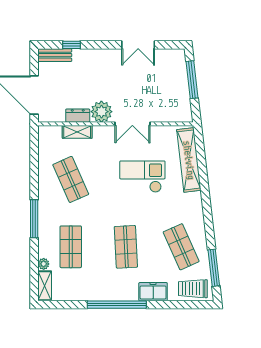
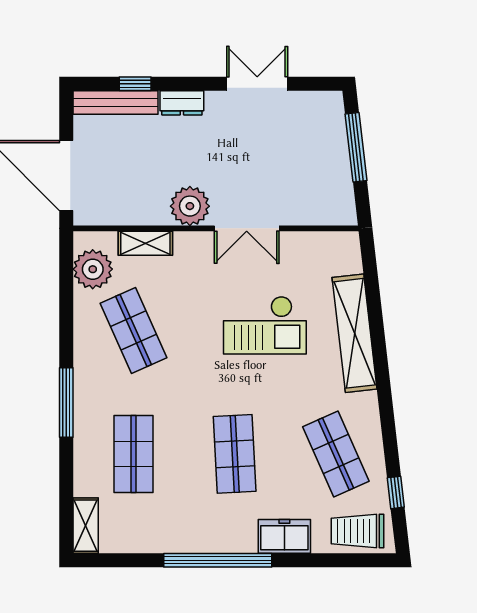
double door: (138, 45) -> (257, 84), swing flipped
bench: (55, 55) -> (116, 102), width x1.36
dresser: (78, 116) -> (182, 103), moved, turned 180
shelving: (189, 160) -> (355, 333), moved
checkout: (142, 177) -> (265, 325), turned 180
plant: (44, 264) -> (93, 269), moved, width x1.87, depth x1.87
window: (214, 268) -> (396, 492), width x0.46

